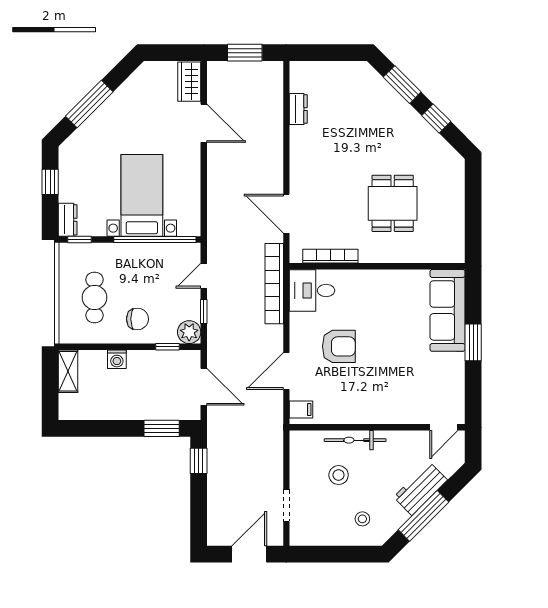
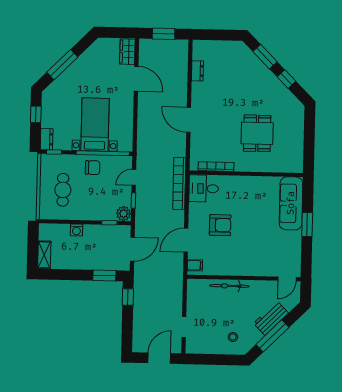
door: (286, 214) -> (189, 120), moved
chair: (138, 319) -> (93, 168), moved
shelving: (68, 371) -> (44, 255), moved
door: (204, 387) -> (132, 249), hinge flipped
stool: (339, 475) -> (218, 308), removed

